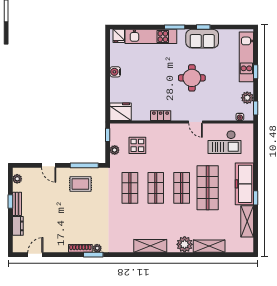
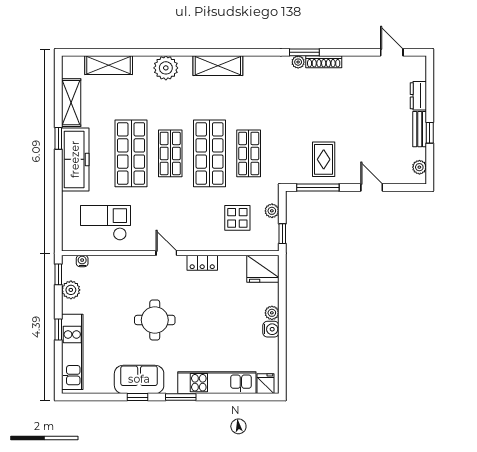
plant: (115, 83) -> (272, 313), added
door: (196, 122) -> (166, 253), moved
rug: (80, 184) -> (324, 159), turned 90
shop shelf: (156, 188) -> (209, 153), width x1.43, depth x1.36
shelving: (209, 246) -> (109, 65), moved
door: (35, 255) -> (392, 52), swing flipped

